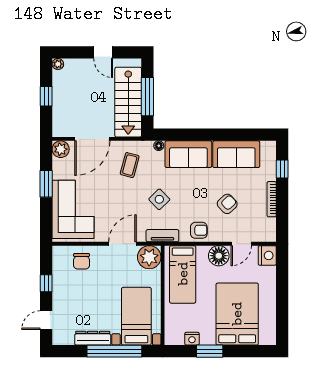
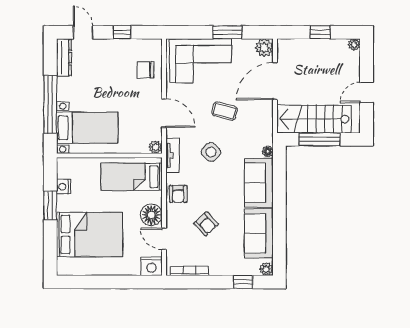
door: (92, 139) -> (275, 81), hinge flipped
plant: (270, 147) -> (266, 269), added
coffee table: (130, 165) -> (224, 111), moved
bookcase: (272, 199) -> (190, 271), moved
plant: (149, 257) -> (156, 147), width x0.53, depth x0.53
dresser: (93, 338) -> (64, 58), moved

